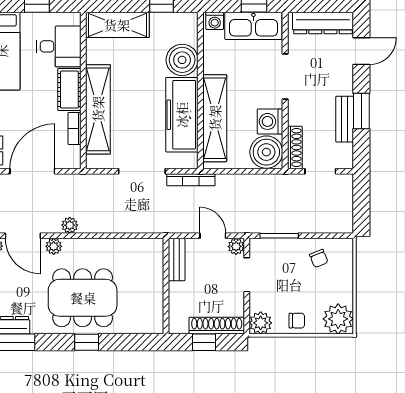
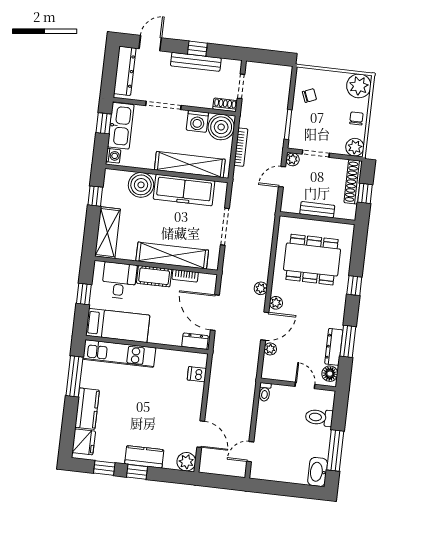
door: (361, 51) -> (150, 43), hinge flipped
window: (361, 111) -> (197, 49), width x0.67
bench: (345, 119) -> (196, 62), width x1.36
shoe rack: (295, 147) -> (225, 105), width x0.70
bookcase: (191, 180) -> (241, 147), moved
bench: (177, 260) -> (317, 210), moved
dining table: (83, 298) -> (312, 260), moved, turned 90

